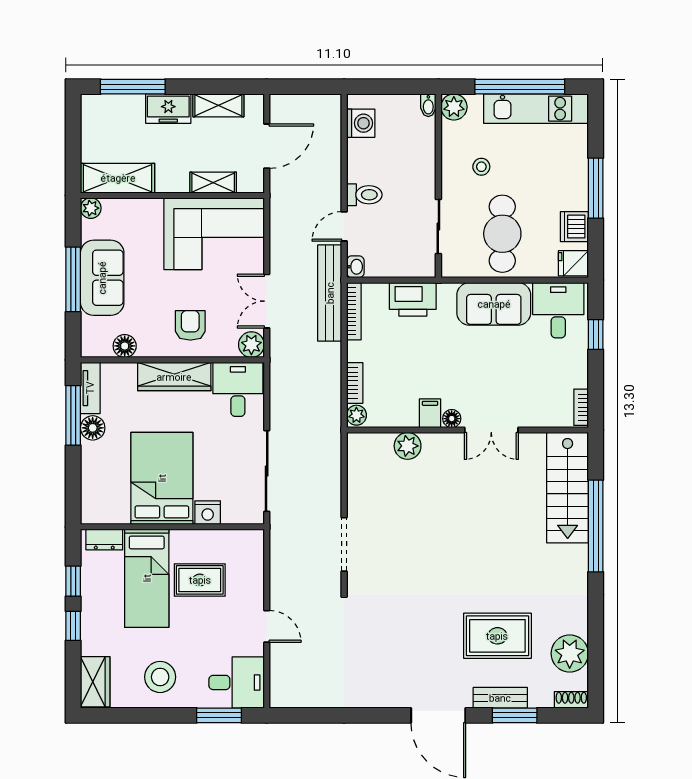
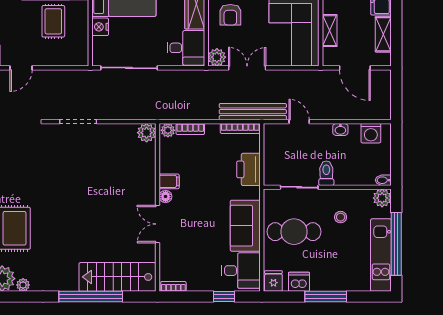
toilet: (364, 195) -> (326, 173), moved, turned 180
washbasin: (355, 267) -> (340, 129), moved
armchair: (190, 325) -> (230, 15), turned 90
plant: (408, 446) -> (147, 133), moved
plant: (579, 624) -> (23, 285), added

